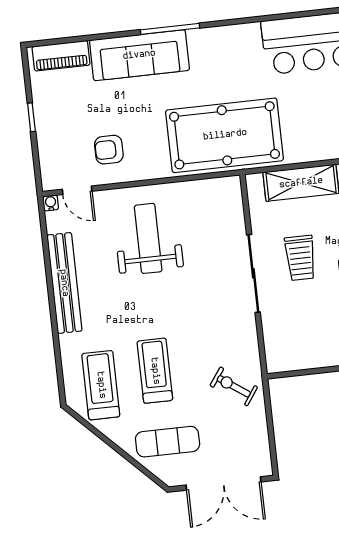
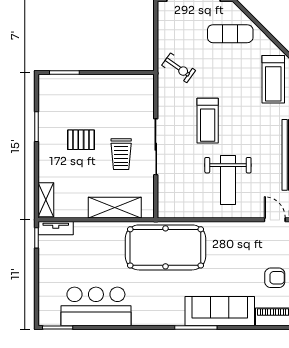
armchair: (109, 150) -> (275, 278), moved
trolley: (300, 258) -> (121, 154), turned 180
treadmill: (155, 371) -> (208, 121), moved

